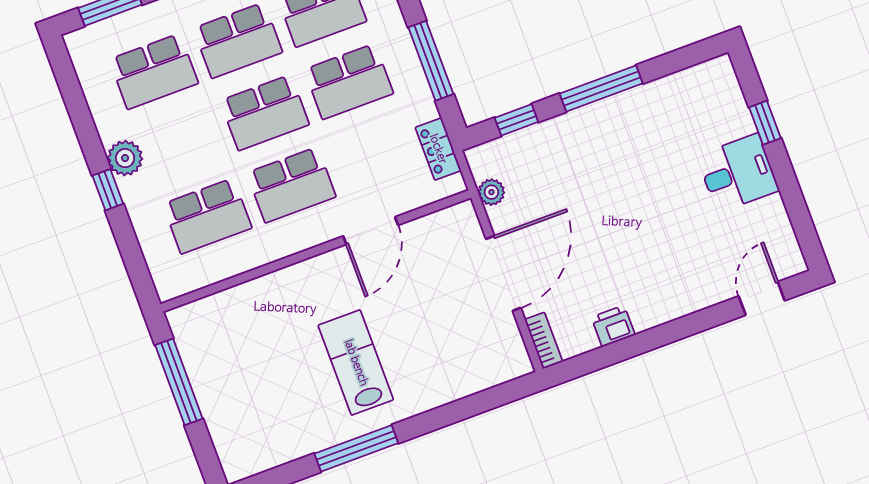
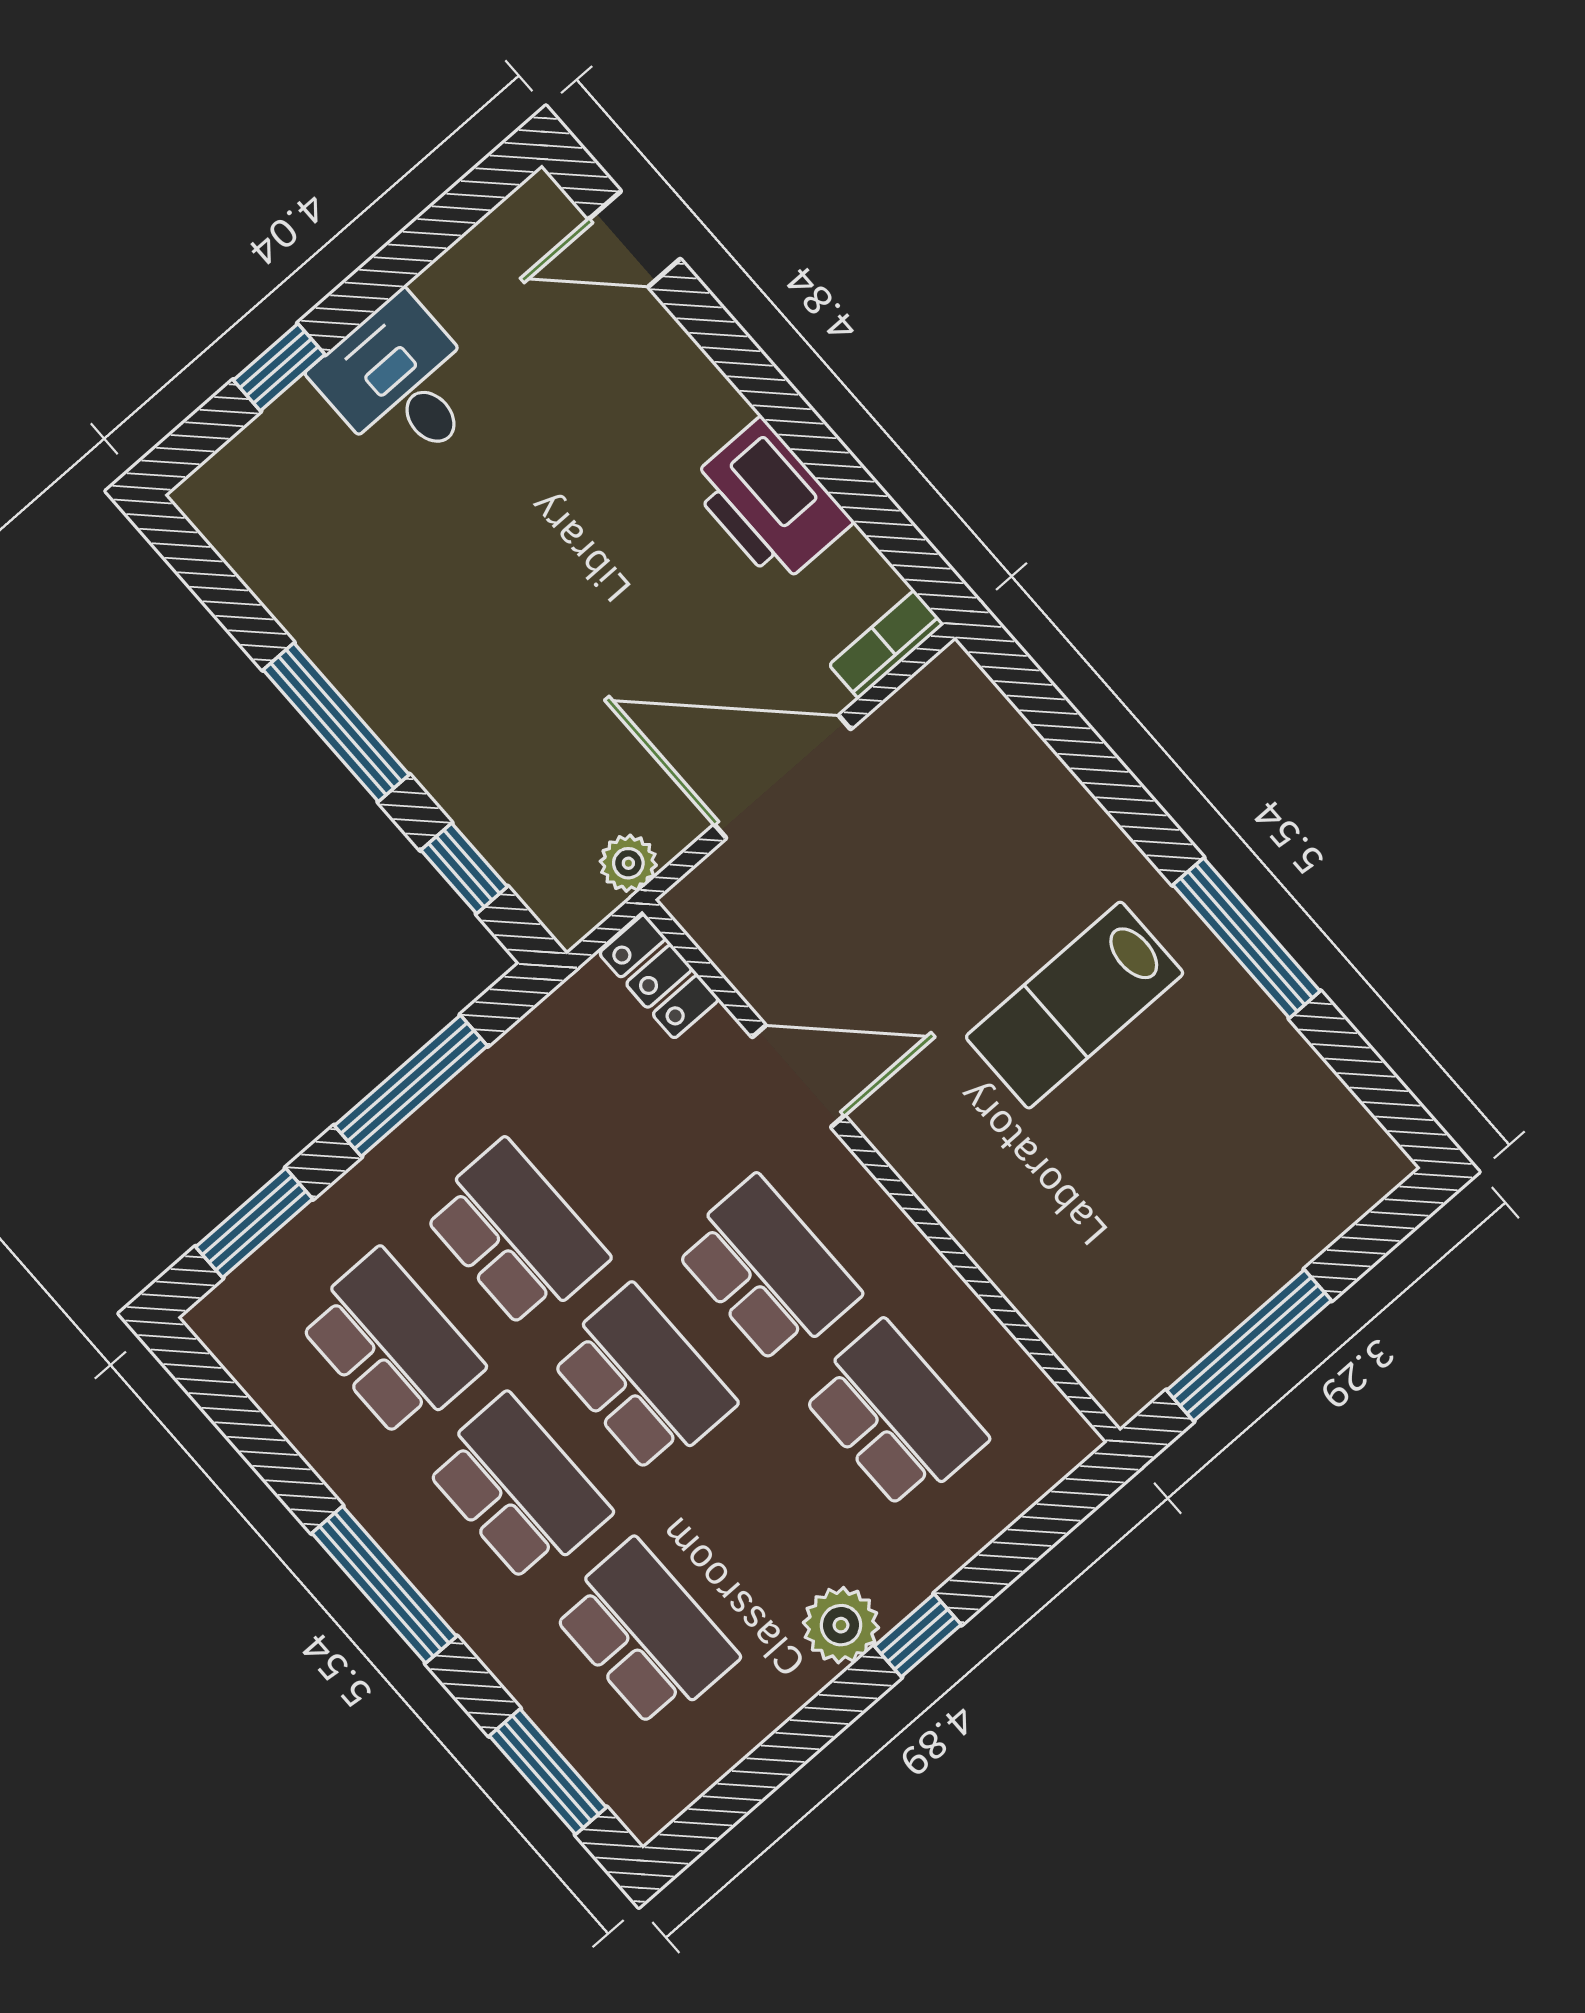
locker: (438, 149) -> (659, 976), moved, turned 90
printer: (613, 326) -> (770, 502), width x1.87, depth x1.48

